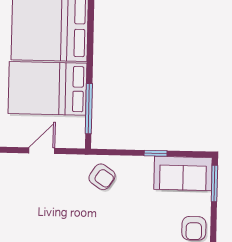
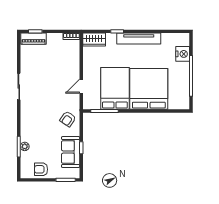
door: (42, 151) -> (81, 86), swing flipped
sofa: (183, 173) -> (71, 152), moved

